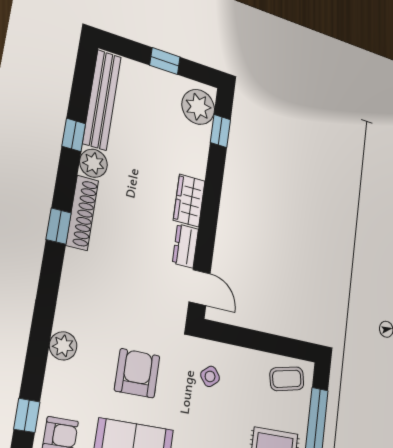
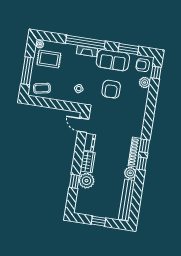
plant: (198, 107) -> (86, 181), moved
window: (220, 131) -> (74, 181), moved
window: (74, 135) -> (142, 164), moved
plant: (63, 346) -> (145, 83), moved

